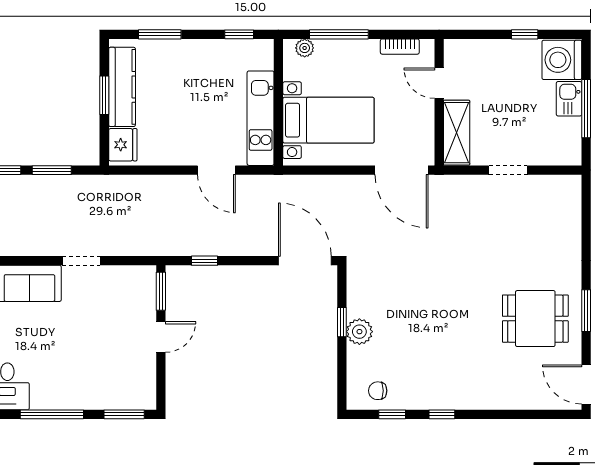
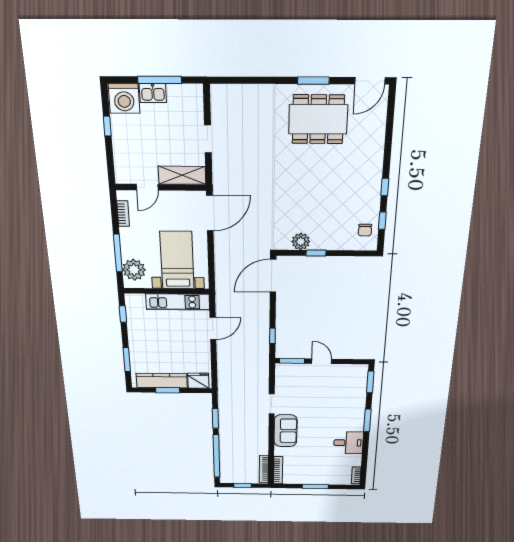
plant: (305, 48) -> (134, 270), width x1.87, depth x1.87
dining table: (535, 319) -> (318, 119), width x1.38
plant: (359, 332) -> (301, 242), moved
window: (52, 414) -> (367, 420), width x0.69

